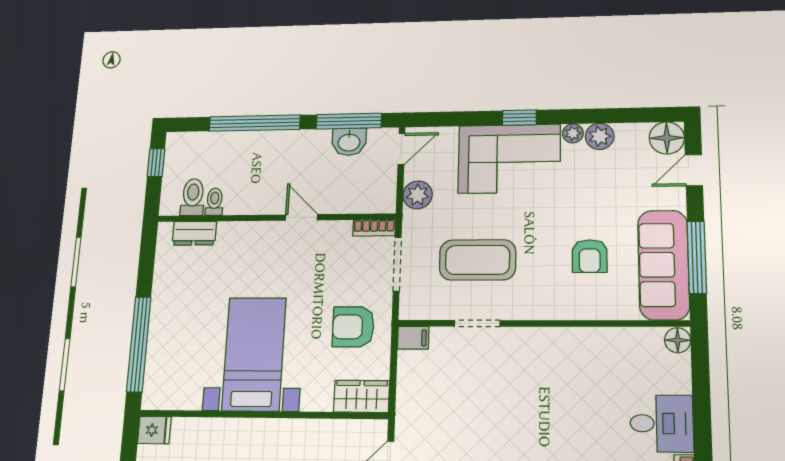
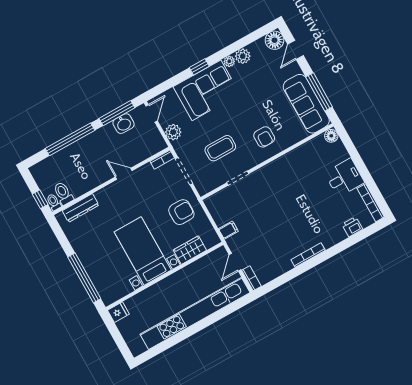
window: (156, 163) -> (40, 199), moved
toilet: (214, 202) -> (54, 202), moved
dresser: (194, 233) -> (81, 208), width x1.44
armchair: (590, 256) -> (264, 137), moved
coffee table: (478, 260) -> (220, 148), width x0.73, depth x0.76
armchair: (353, 327) -> (181, 212), turned 180
filing cabinet: (413, 338) -> (228, 230), moved
wardrobe: (362, 396) -> (190, 250), moved

